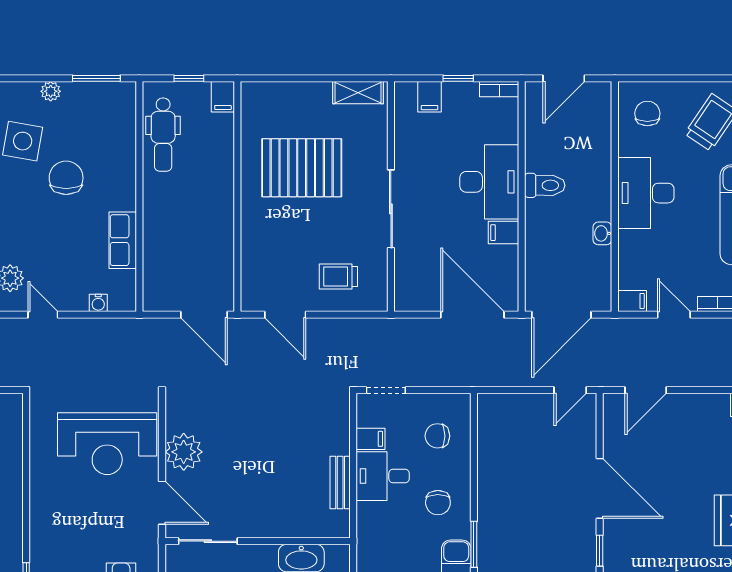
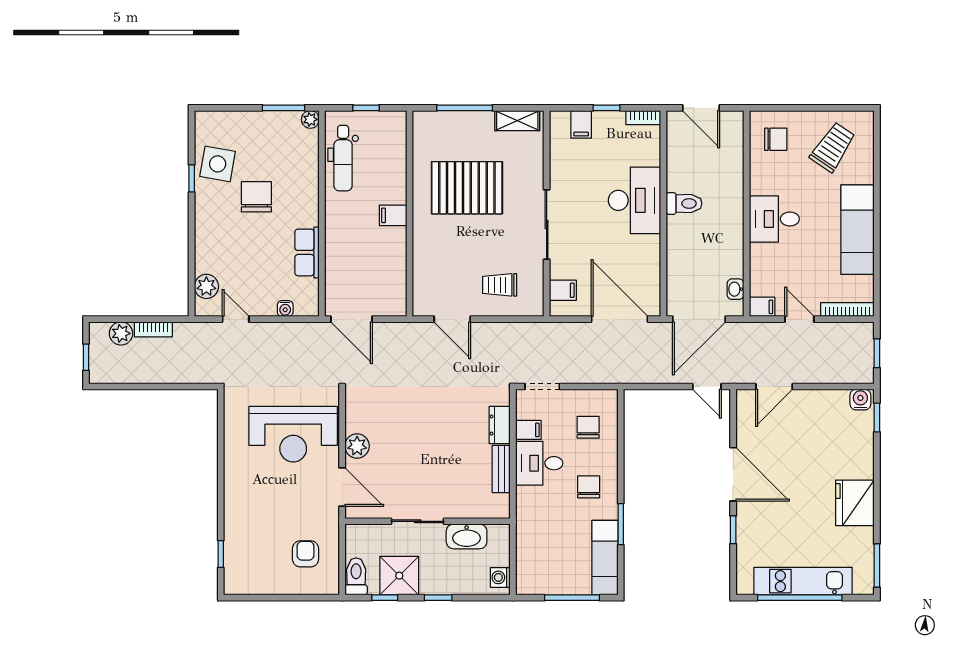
window: (299, 78) -> (465, 108), added
door: (564, 78) -> (701, 108), hinge flipped
plant: (51, 91) -> (310, 119), moved
filing cabinet: (223, 97) -> (393, 215), moved, turned 90
chair: (647, 113) -> (776, 139), turned 90
desk: (646, 193) -> (774, 219), width x0.73
filing cabinet: (504, 233) -> (563, 290), moved, turned 180
washbasin: (602, 233) -> (736, 289), moved
door: (204, 315) -> (351, 319), moved
door: (570, 390) -> (707, 386), hinge flipped
dresser: (338, 433) -> (500, 425), added
chair: (437, 436) -> (588, 427), turned 90
plant: (184, 452) -> (357, 446), width x0.73, depth x0.73
chair: (438, 503) -> (589, 487), turned 180
sliding door: (208, 541) -> (418, 521), moved

